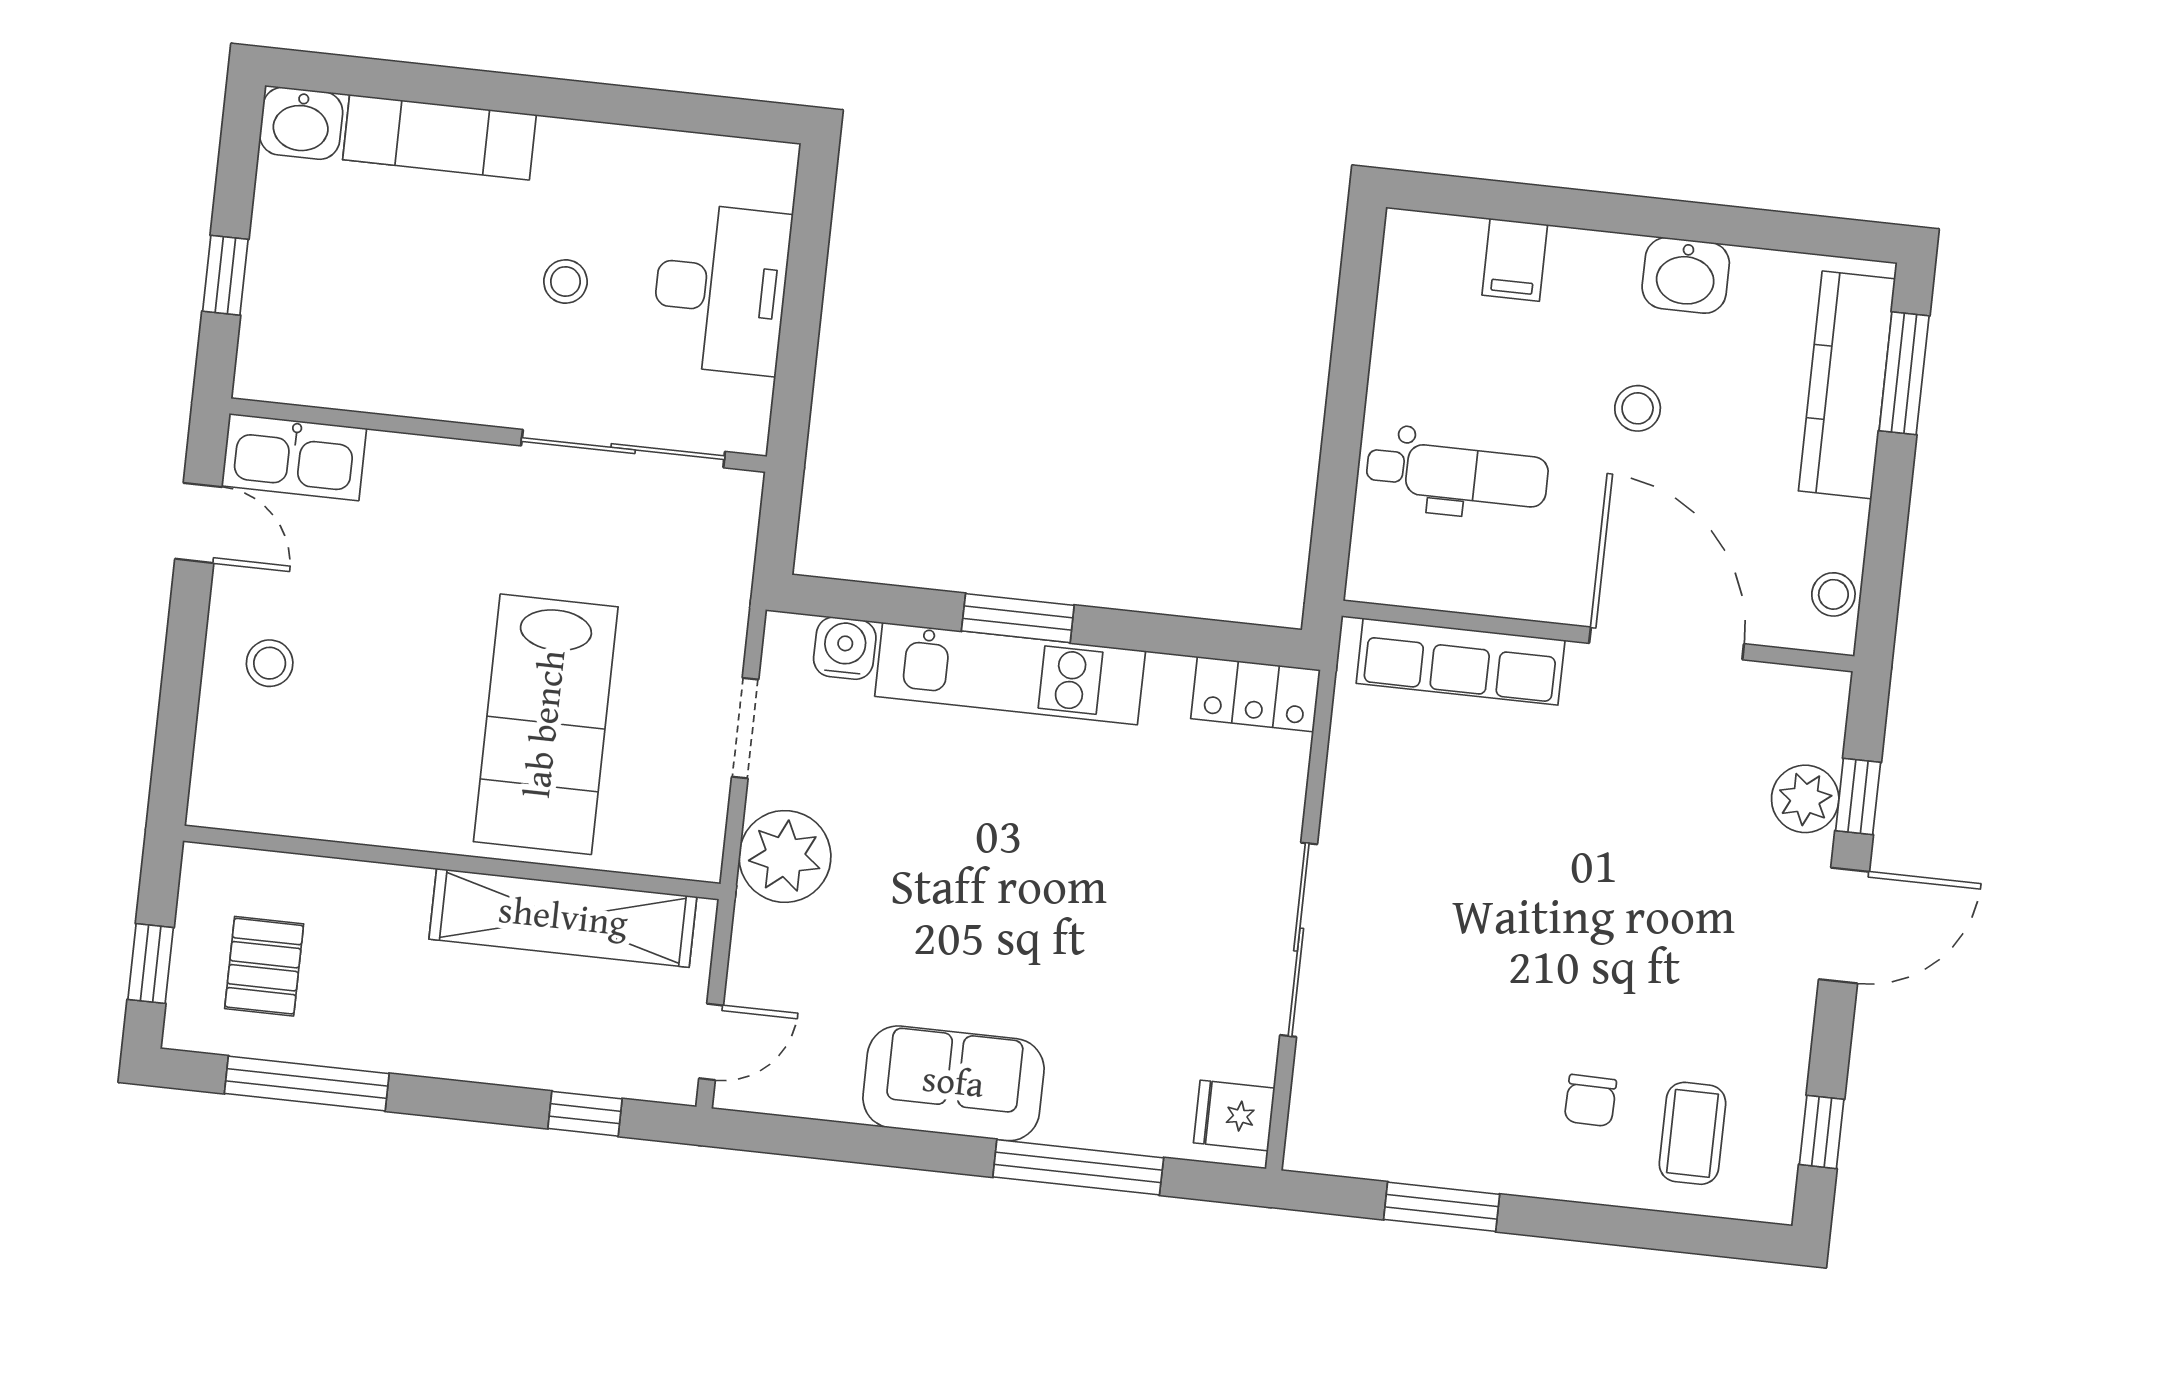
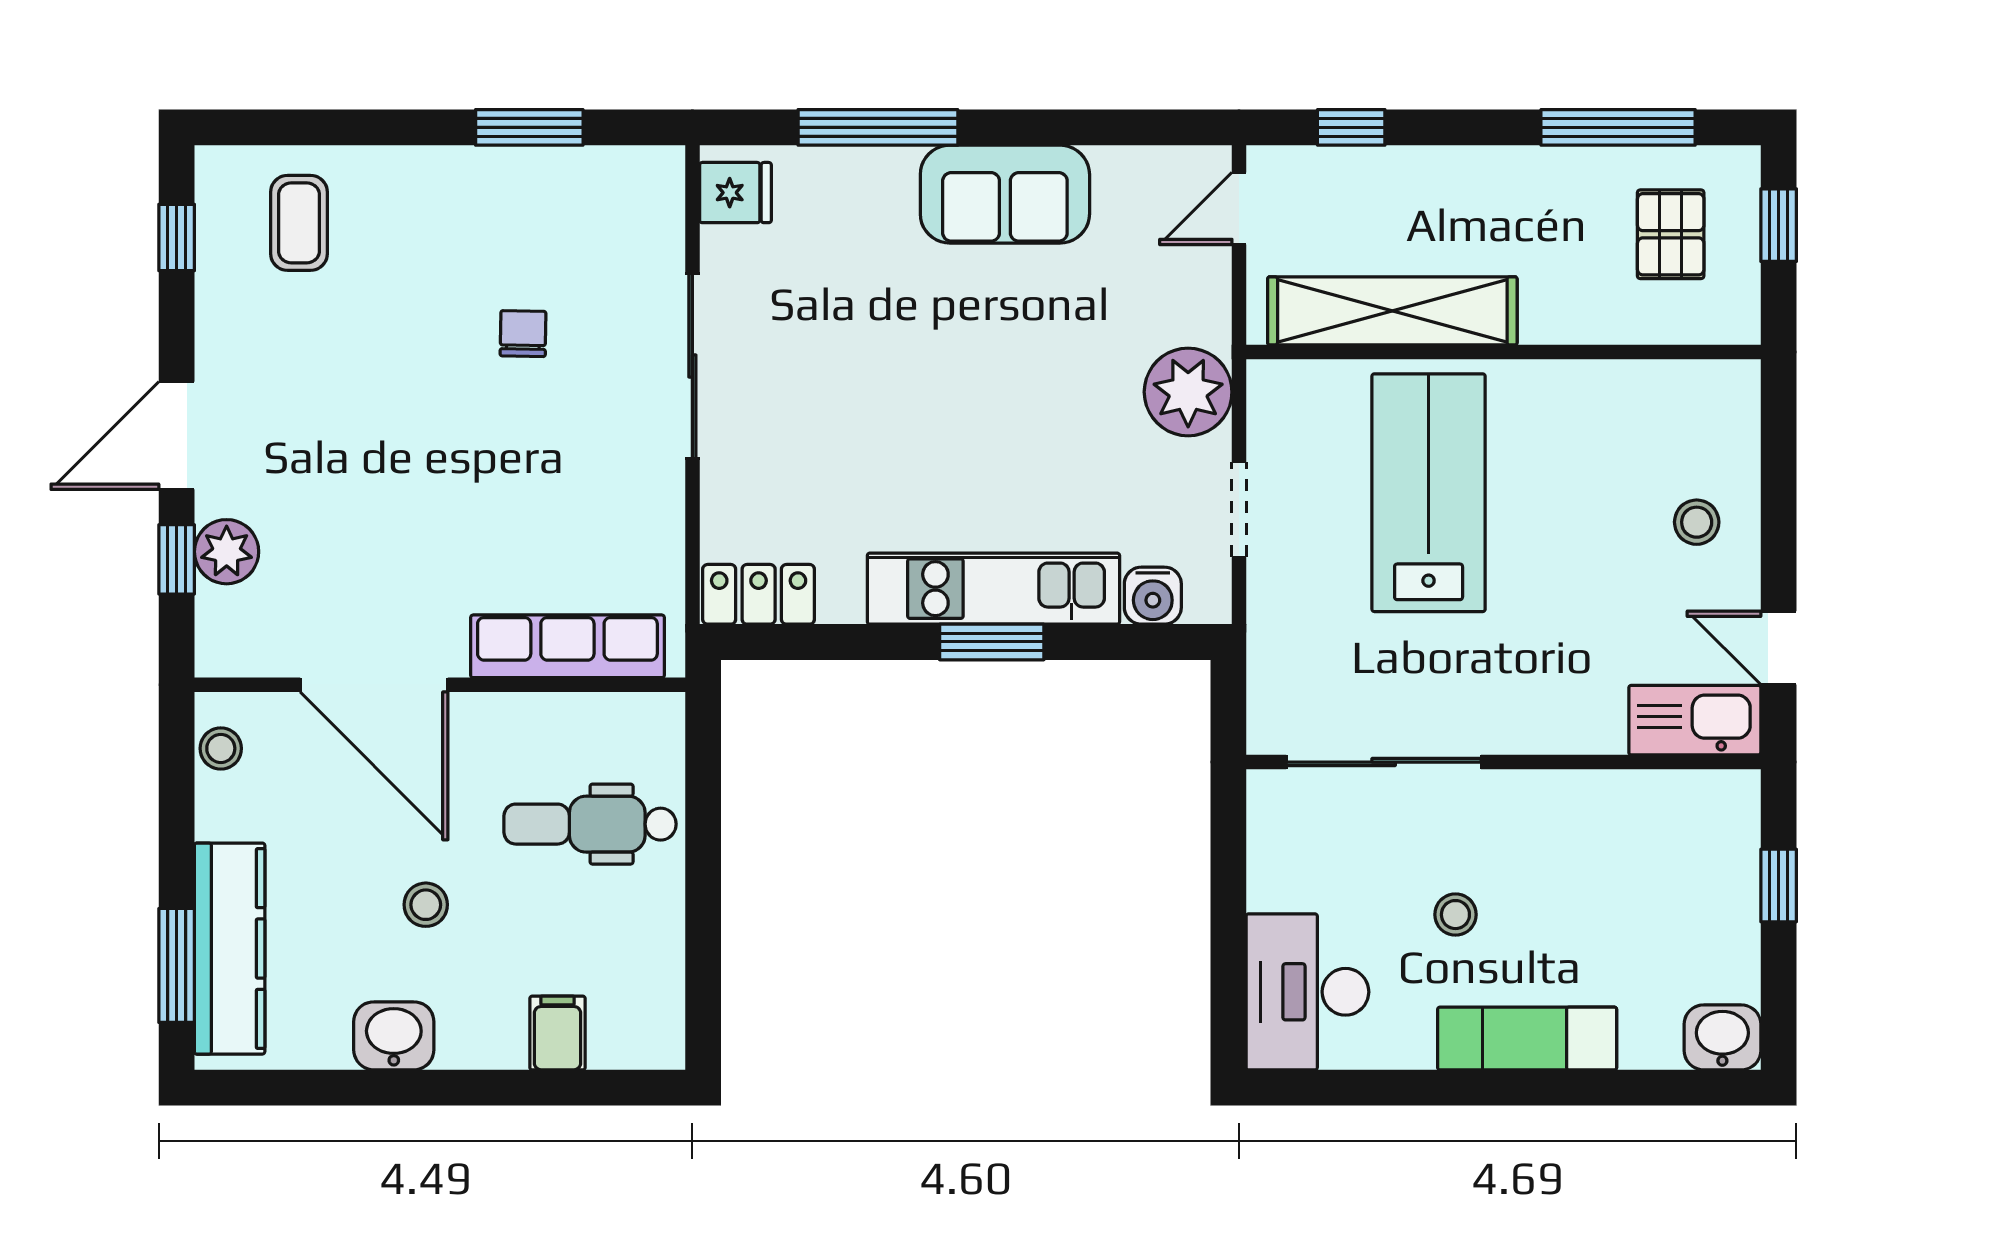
exam couch: (440, 137) -> (1527, 1038), moved
desk: (721, 289) -> (1307, 992), moved
chair: (1590, 1100) -> (523, 334), moved

